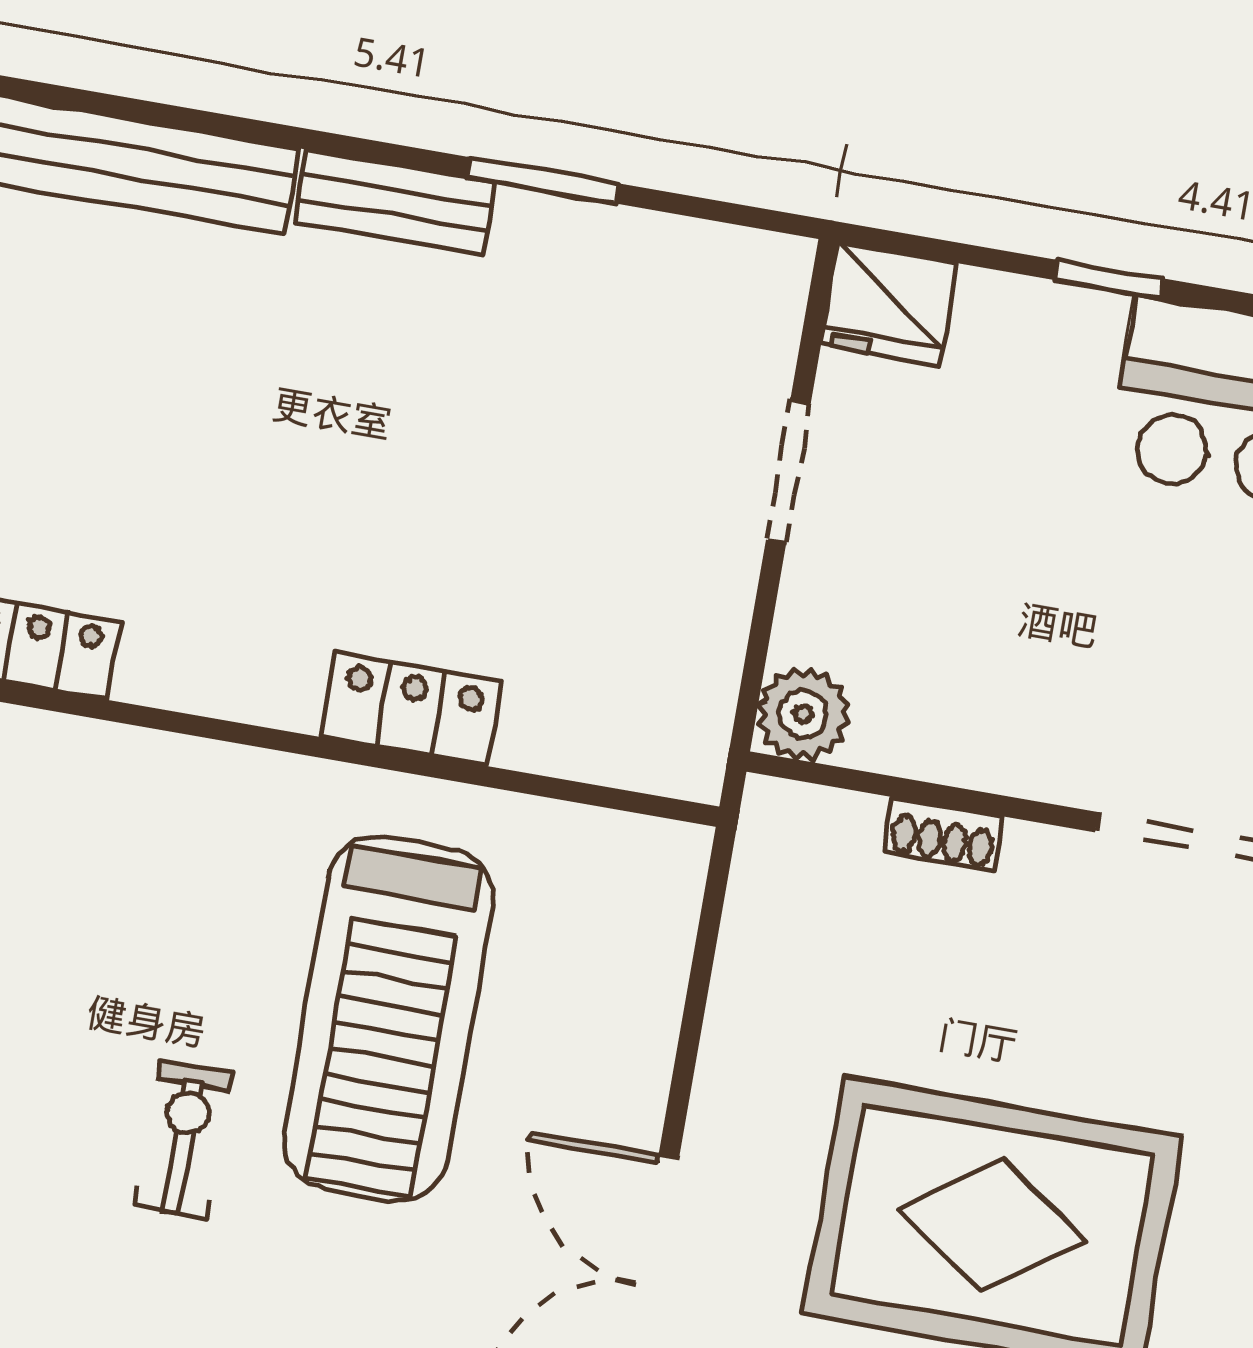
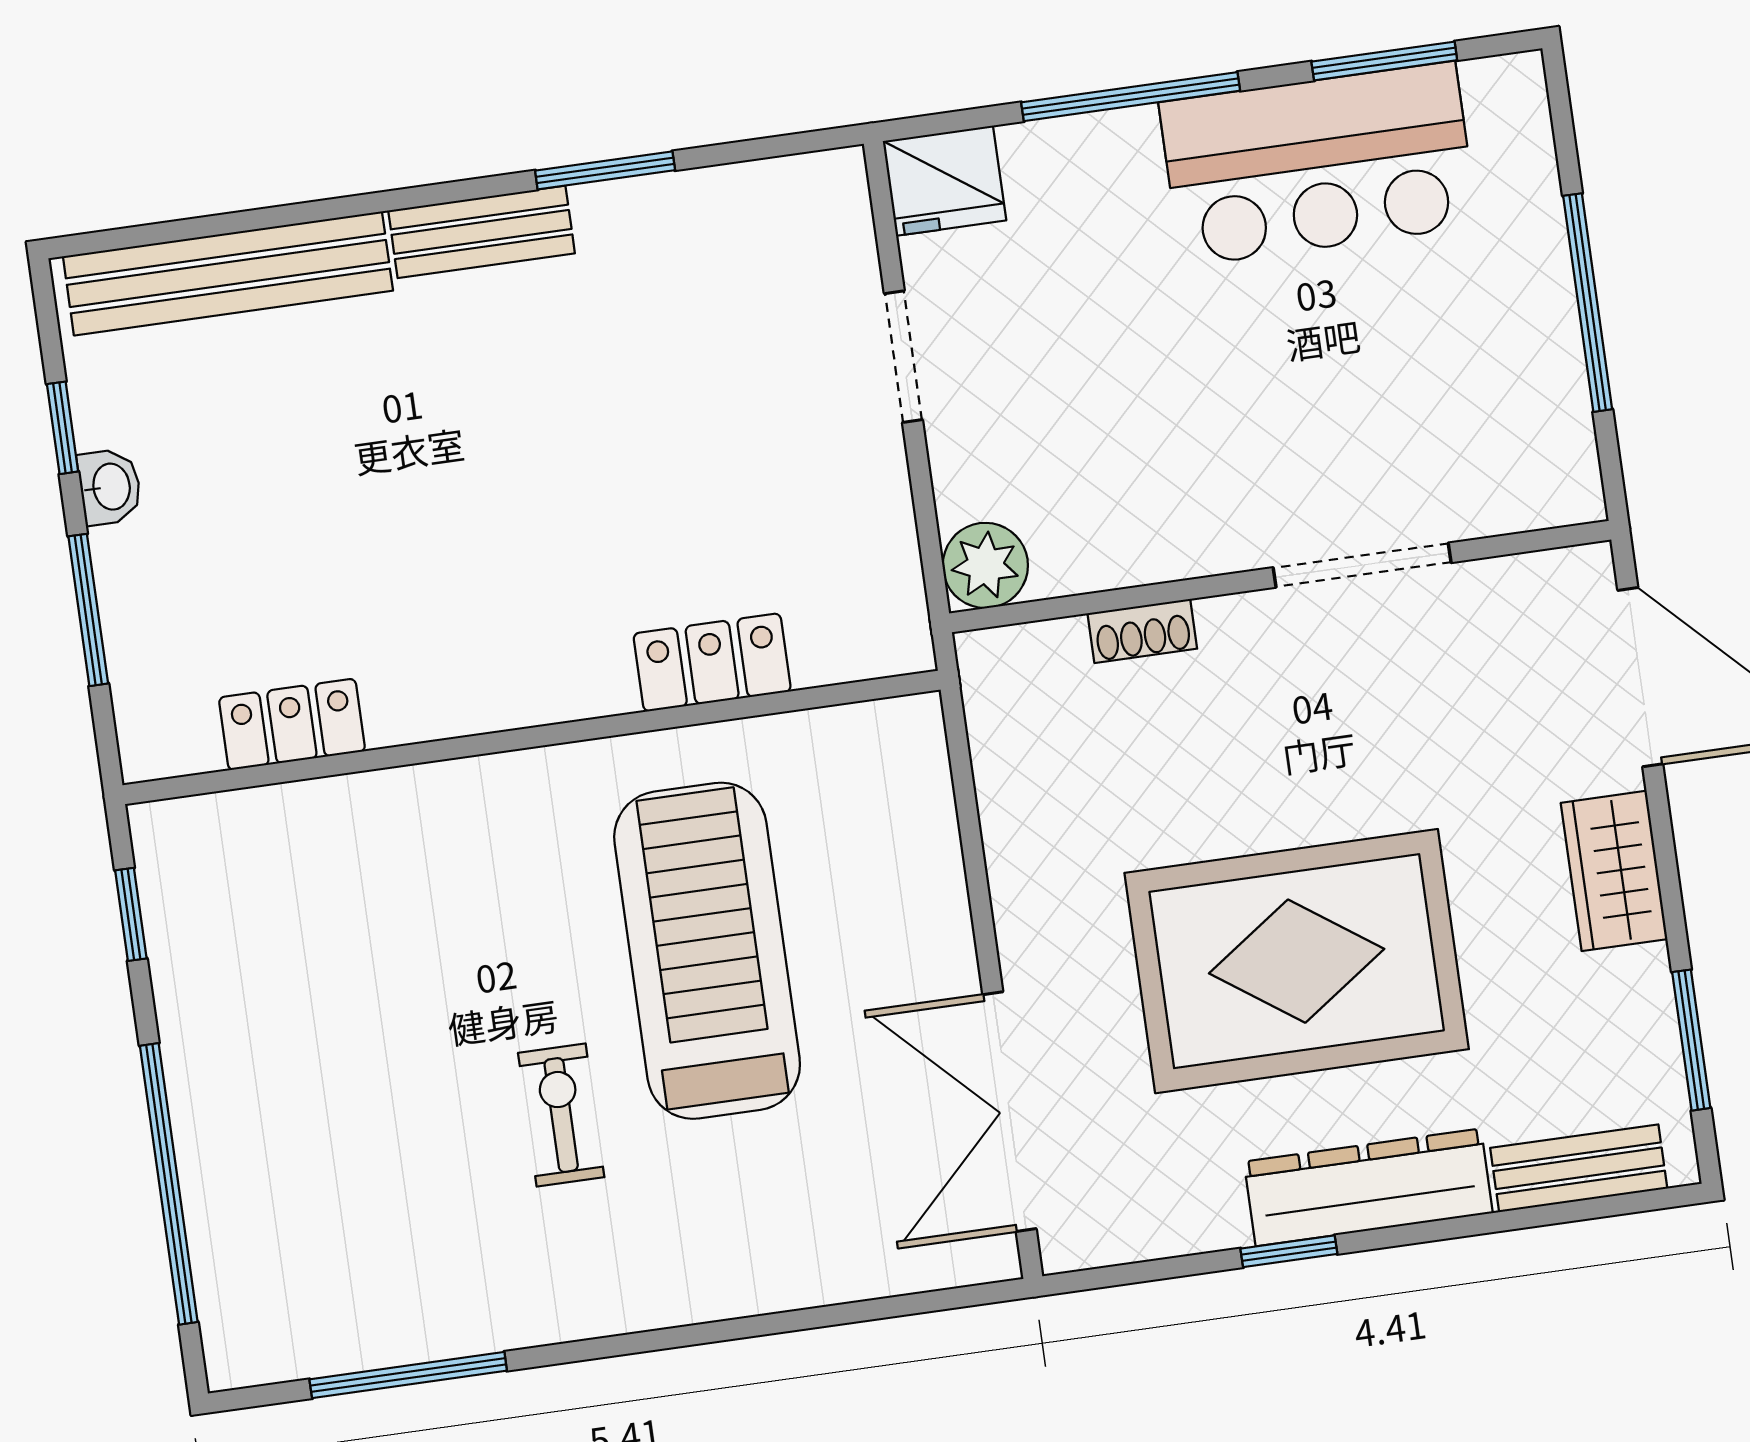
window: (1109, 279) -> (1131, 97), width x2.17
locker: (411, 709) -> (712, 662), moved
treadmill: (388, 1018) -> (707, 951), turned 180

